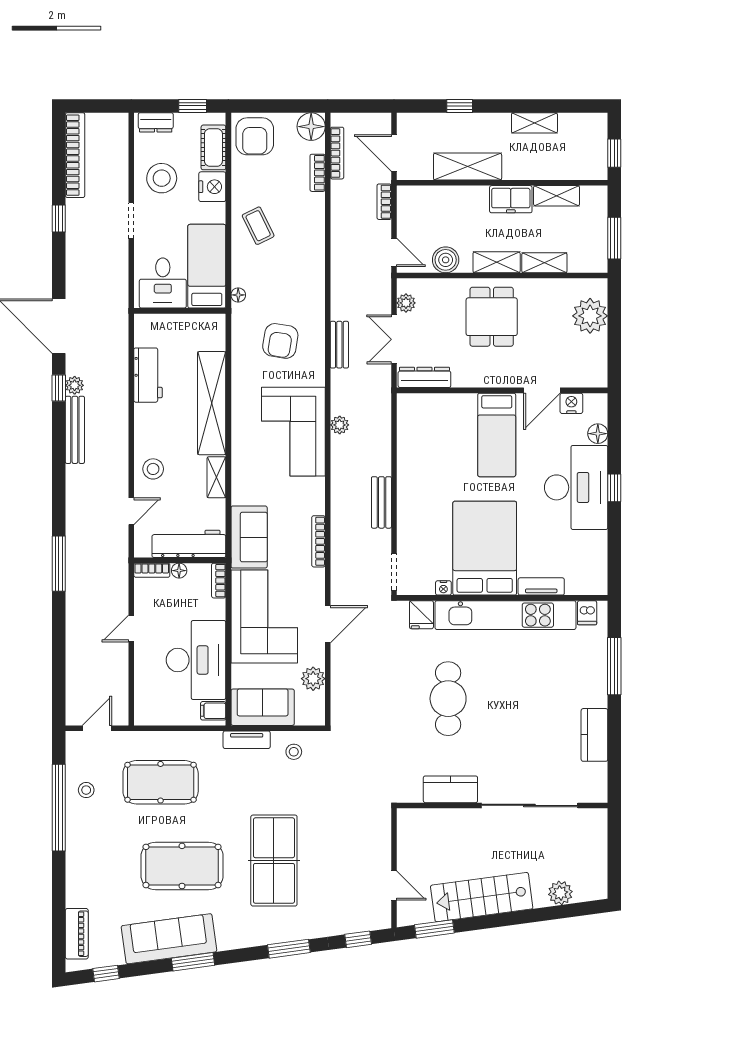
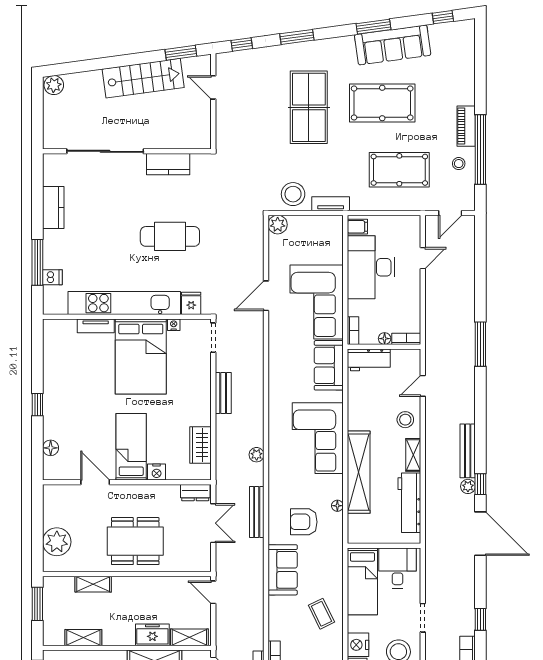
freezer: (511, 199) -> (152, 635), moved
bookcase: (384, 202) -> (221, 633), removed
boiler: (446, 260) -> (172, 586), removed
shelving: (497, 262) -> (189, 637), moved
floor lamp: (238, 295) -> (337, 506), moved
plant: (406, 303) -> (204, 552), removed
dining table: (492, 317) -> (135, 541), width x1.38
armchair: (280, 341) -> (304, 522), turned -99
bench: (339, 345) -> (257, 512), width x1.36
workbench: (148, 375) -> (409, 503), width x1.38
dresser: (424, 377) -> (195, 493), width x0.70
door: (542, 390) -> (95, 482), hinge flipped
nightstand: (571, 403) -> (157, 472), moved
corner sofa: (293, 432) -> (318, 438), moved, turned 180
wardrobe: (410, 437) -> (200, 445), added
shelving: (216, 477) -> (413, 455), moved
desk: (576, 487) -> (68, 405), removed
bookcase: (318, 541) -> (273, 362), removed
workbench: (189, 544) -> (369, 360), width x0.73
dishwasher: (587, 613) -> (52, 277), moved, turned 90
door: (131, 628) -> (423, 258), moved
plant: (313, 679) -> (278, 225), moved
cafe table: (448, 699) -> (170, 236), turned 90
sofa: (263, 707) -> (283, 570), moved, turned -90
stool: (294, 752) -> (293, 194), width x1.89, depth x1.89
plant: (560, 893) -> (54, 85), moved
piano: (77, 934) -> (466, 126), moved

